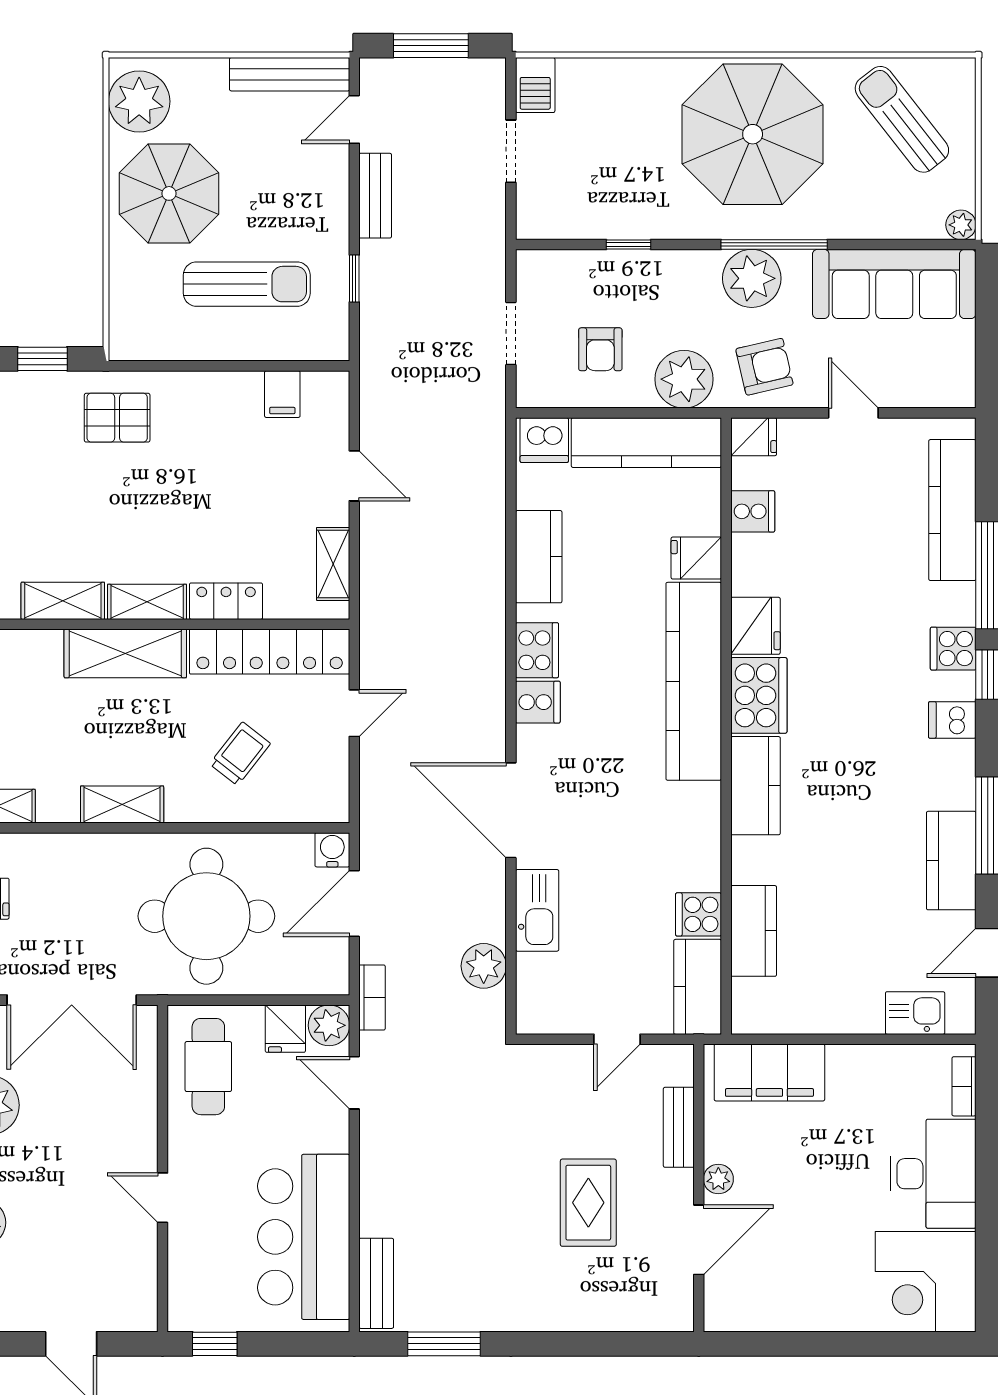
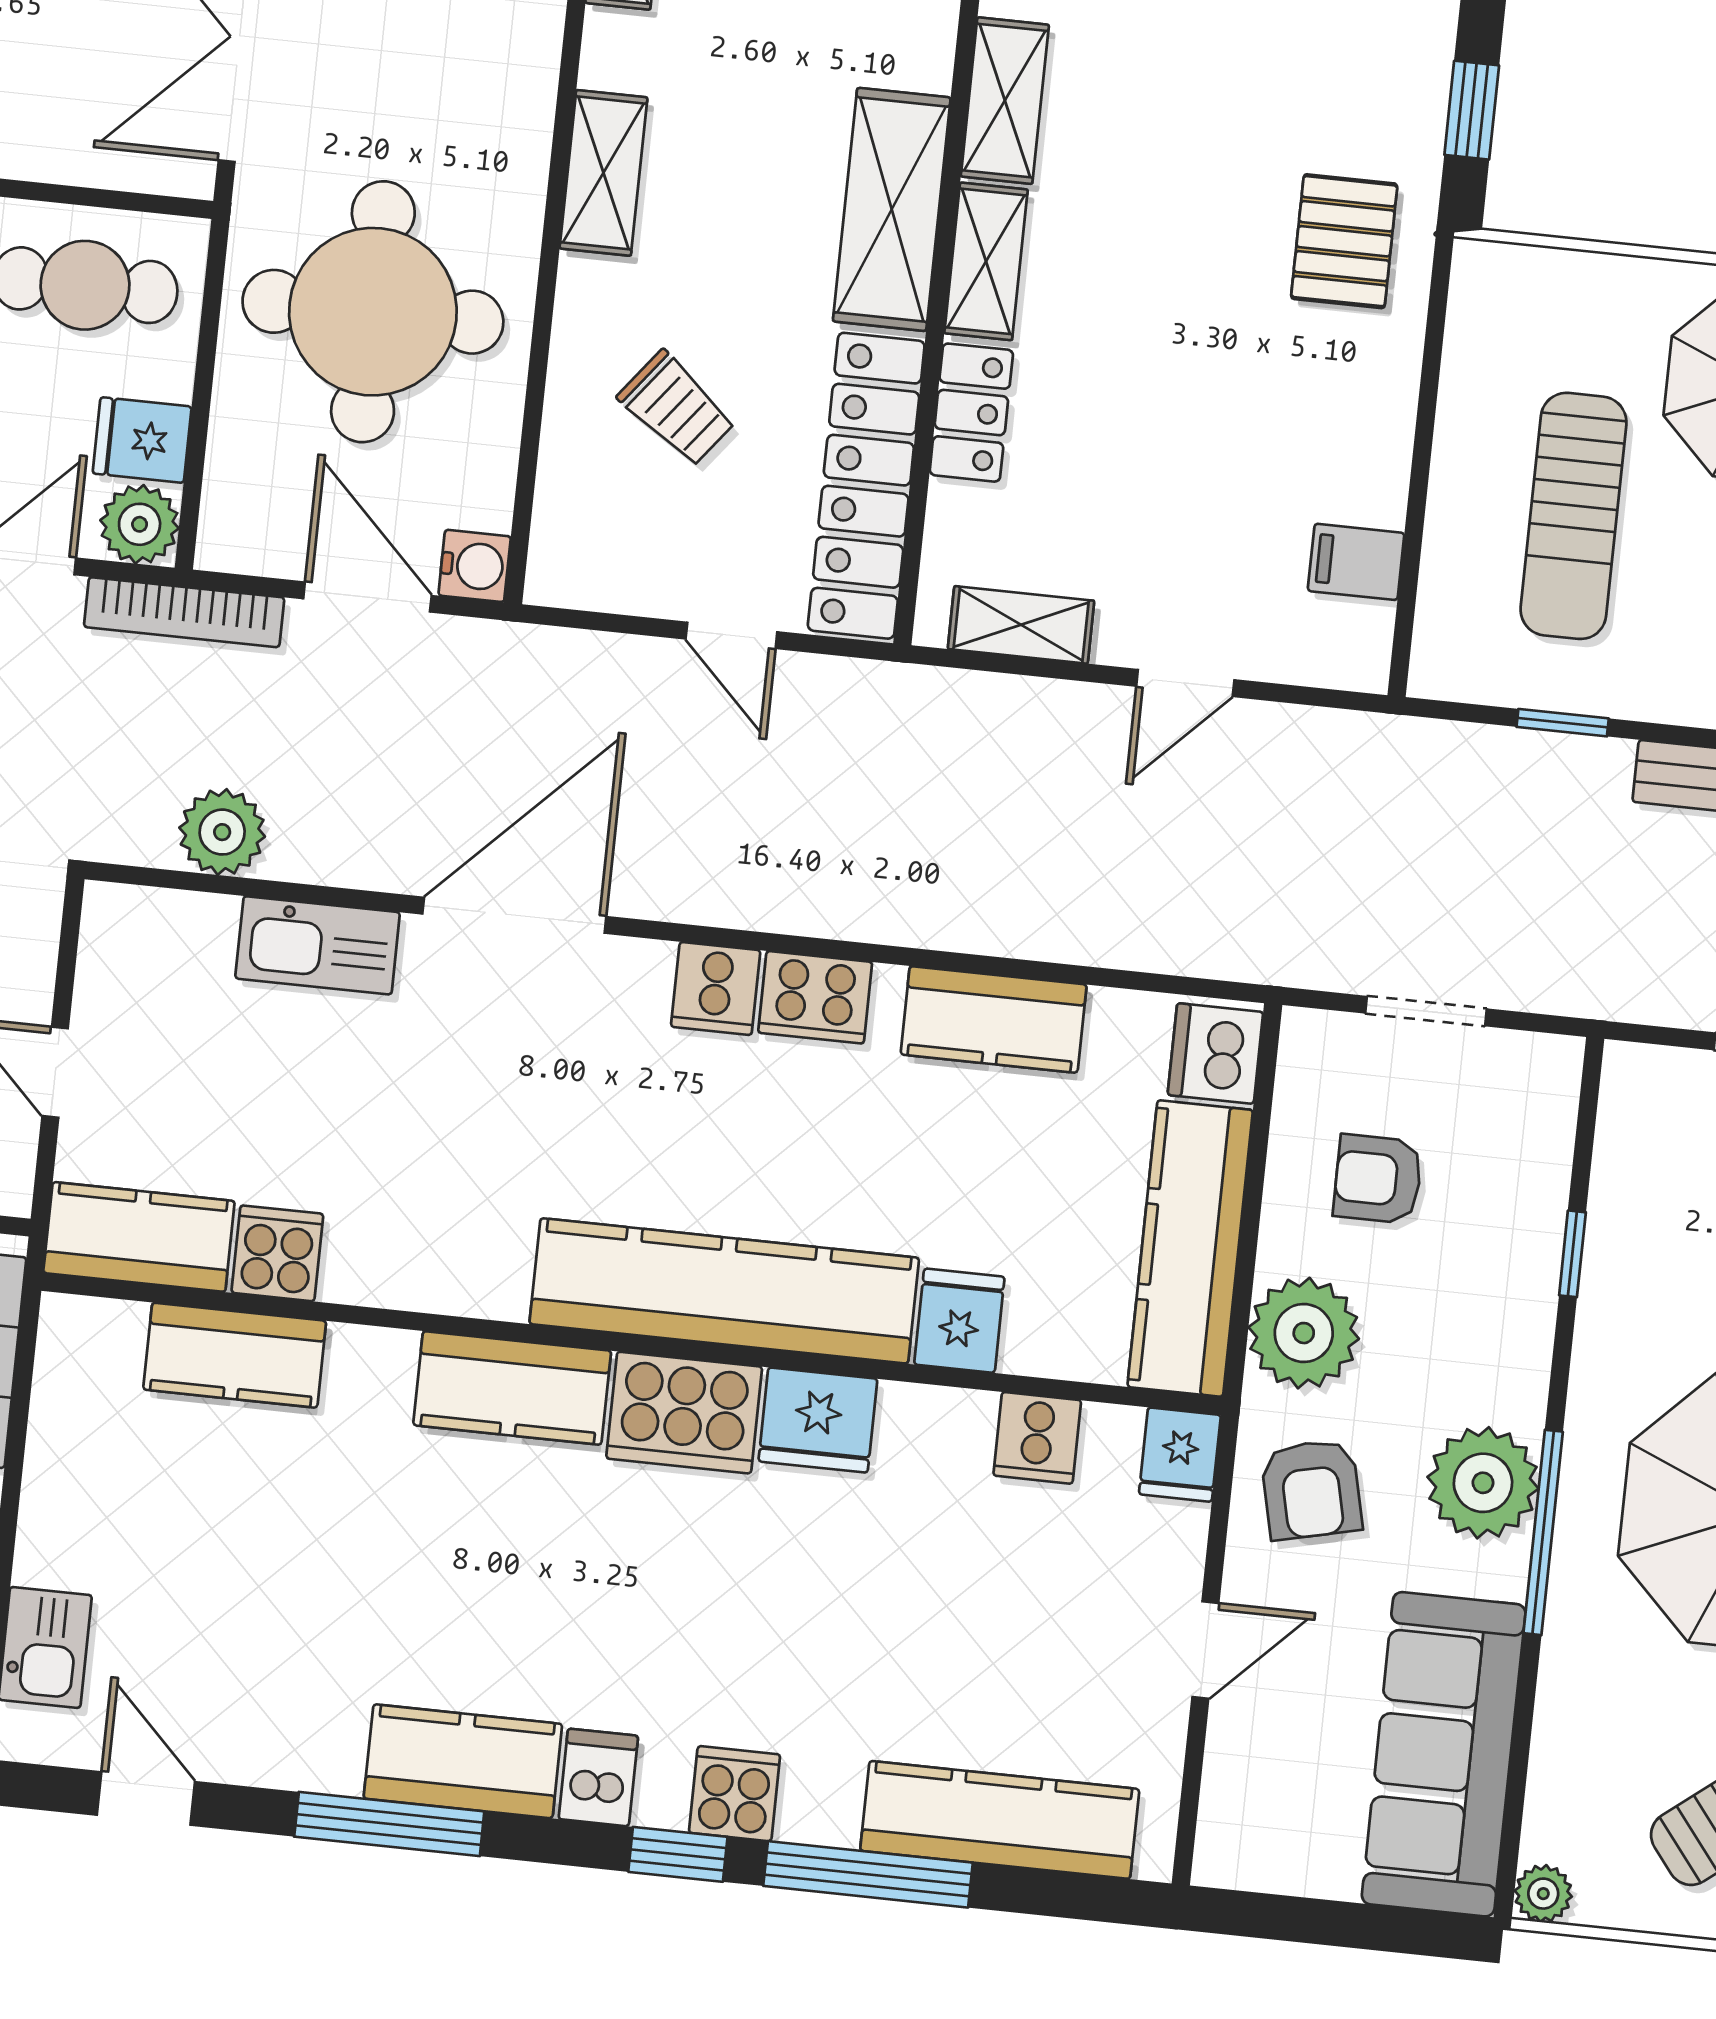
kitchen counter: (951, 861) -> (463, 1761), moved
bookcase: (372, 998) -> (184, 612), width x1.56

